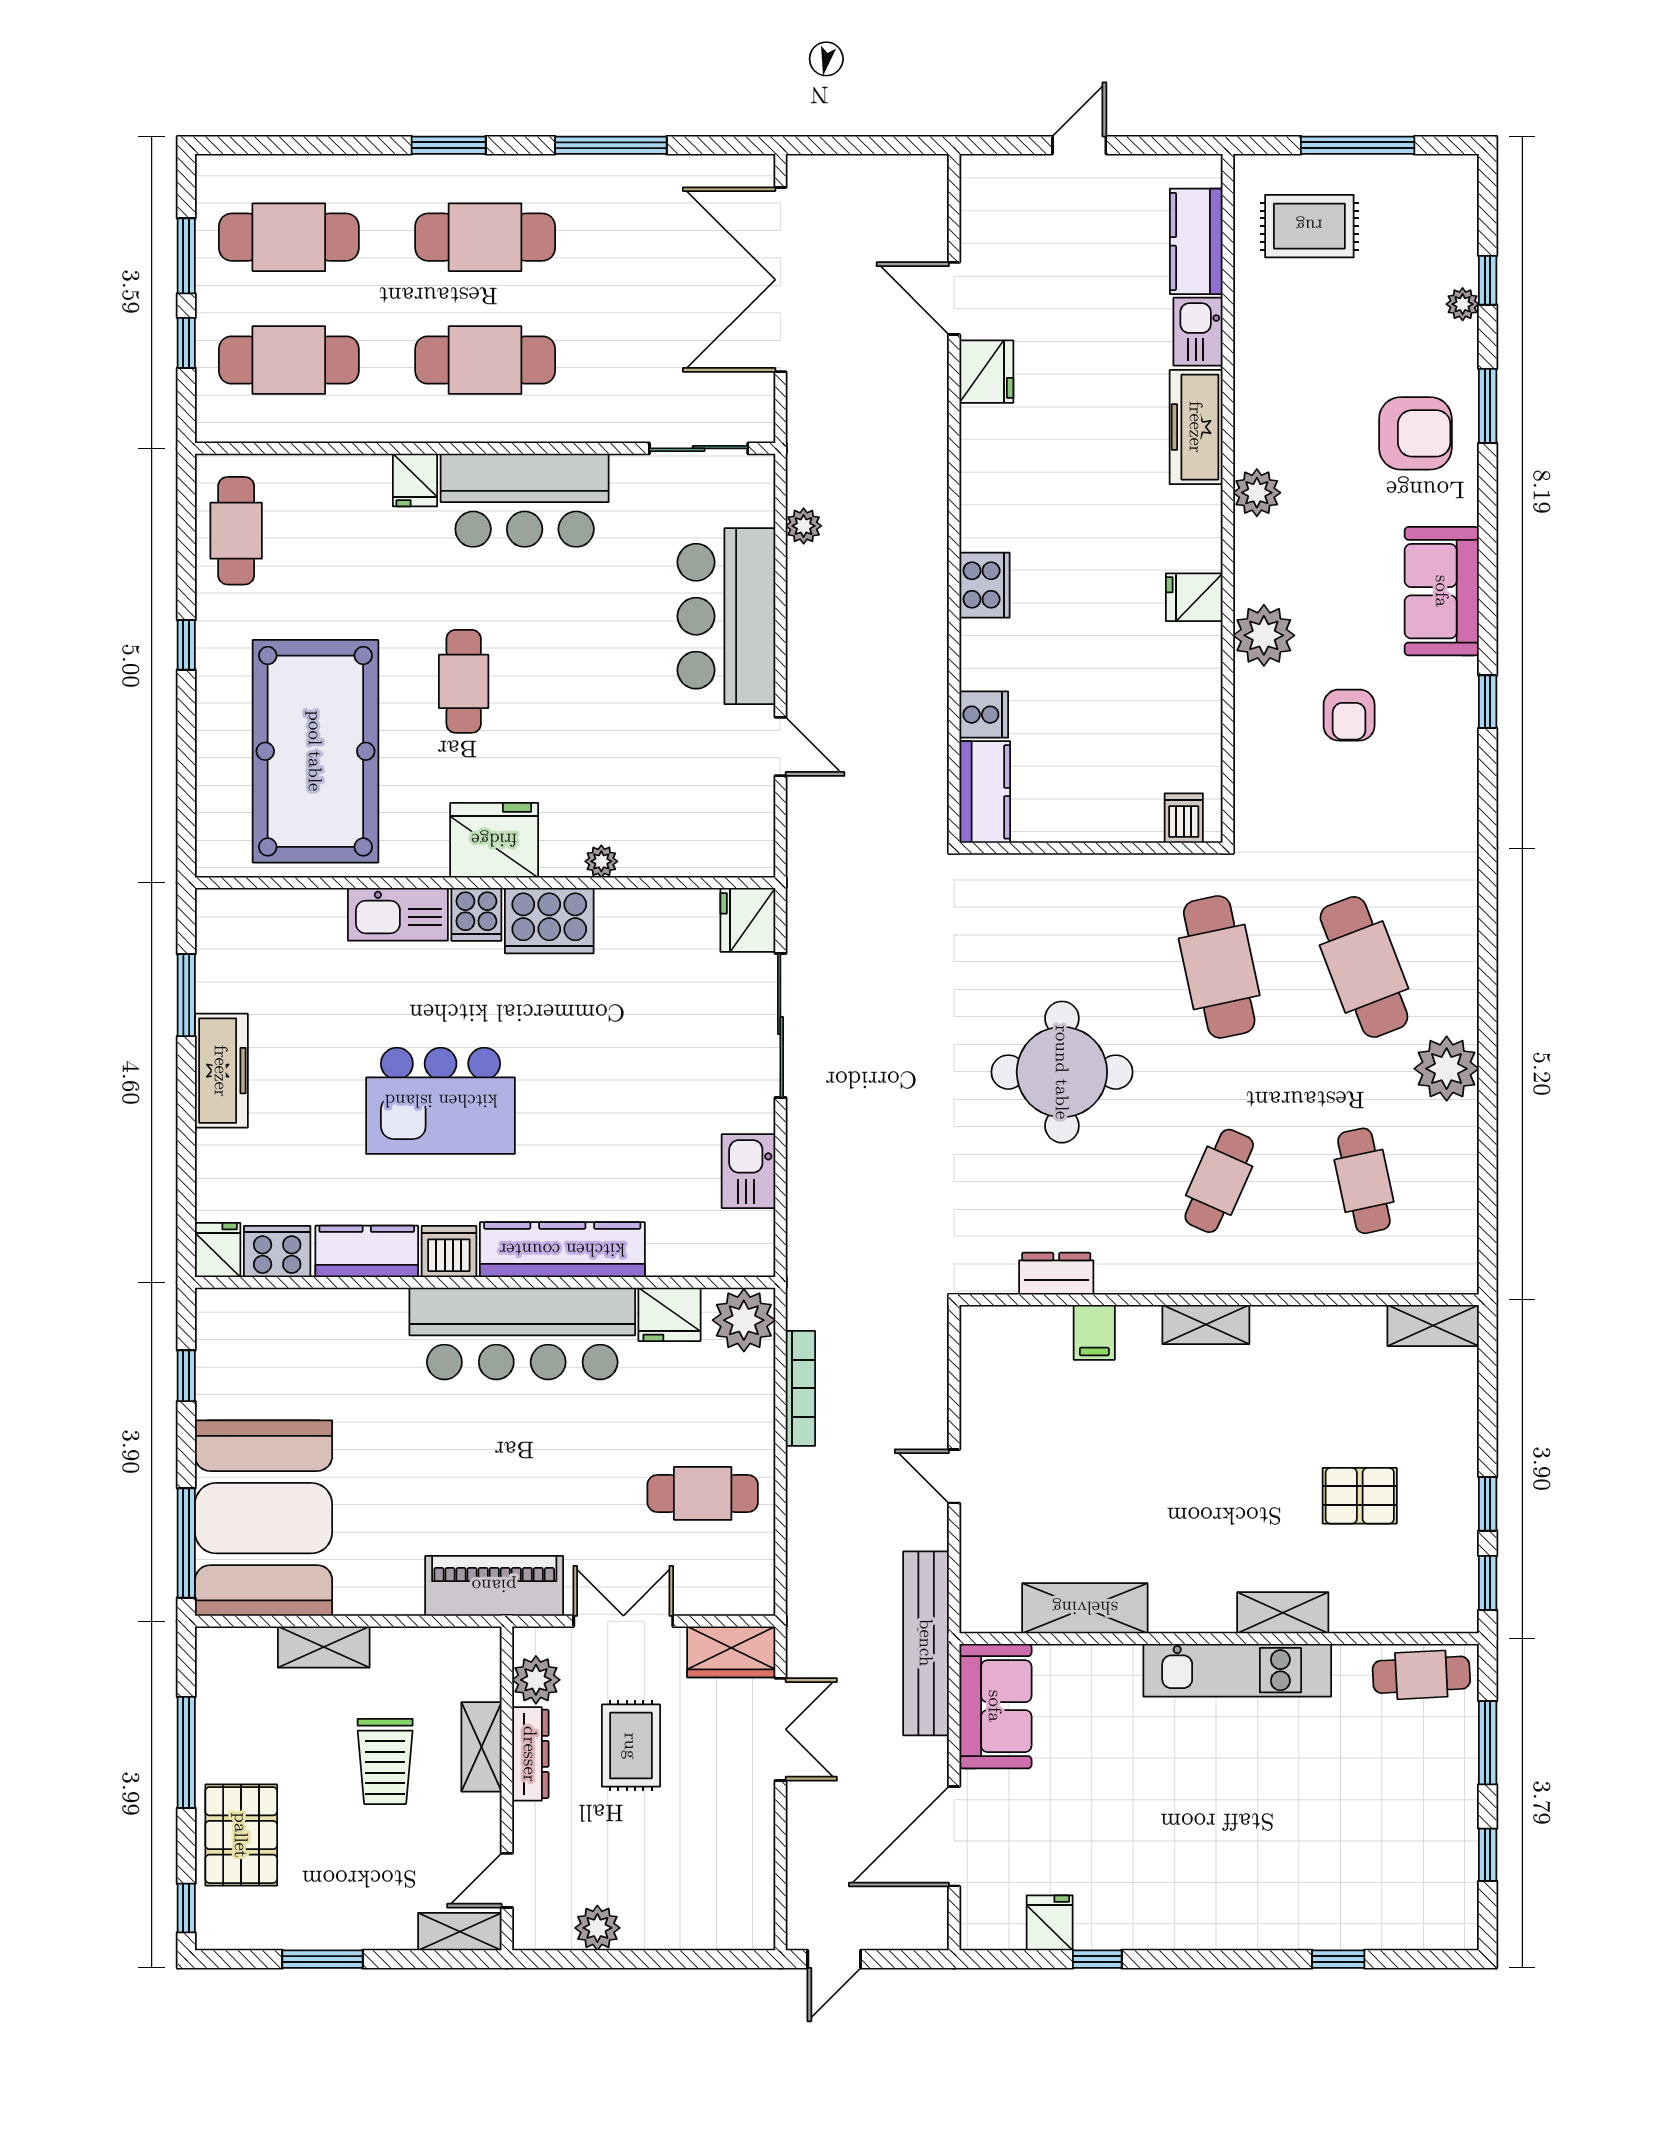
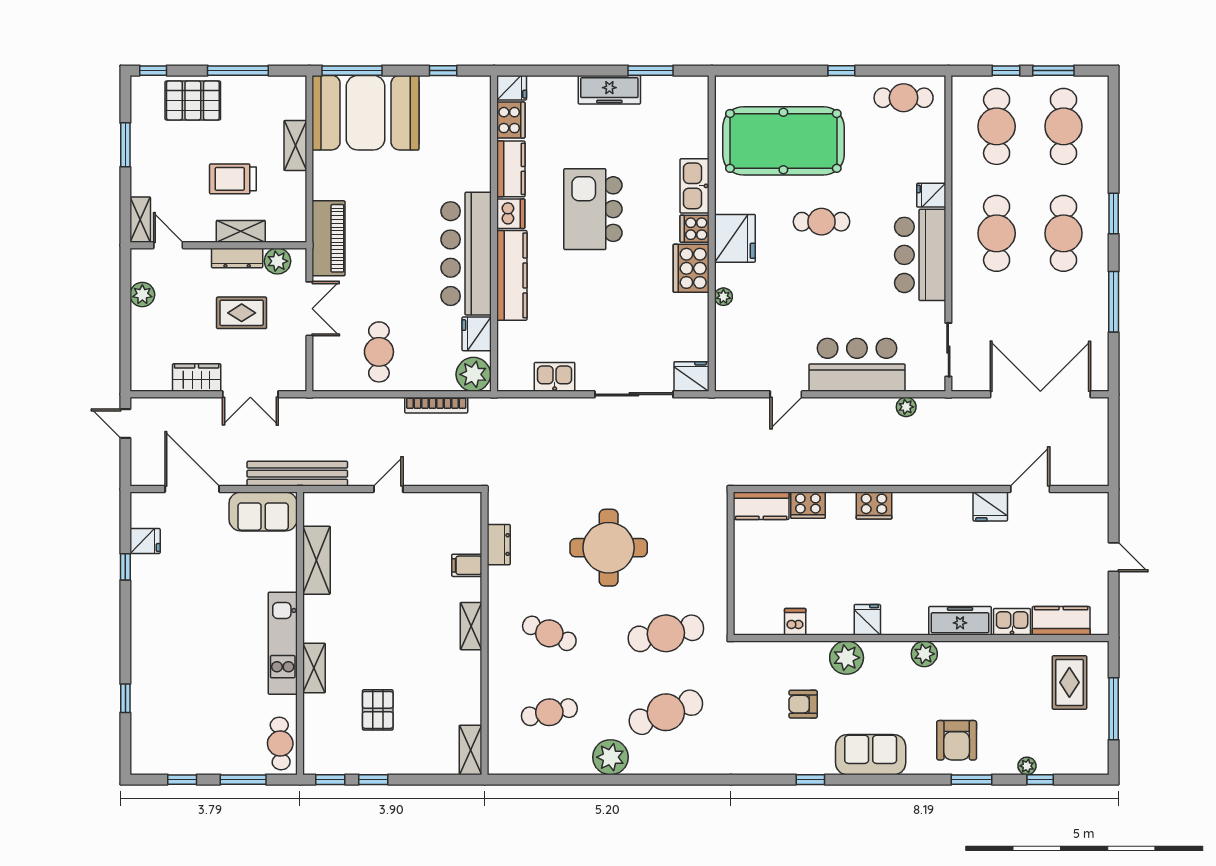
cooker: (984, 715) -> (808, 505), width x1.36
dishwasher: (1184, 818) -> (795, 622), moved, turned -90
wardrobe: (731, 1652) -> (197, 378), moved, turned 90

